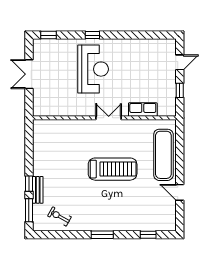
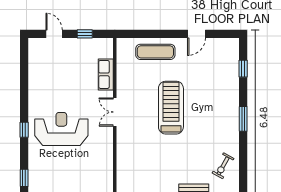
exercise mat: (163, 155) -> (155, 52), width x0.73, depth x0.69

